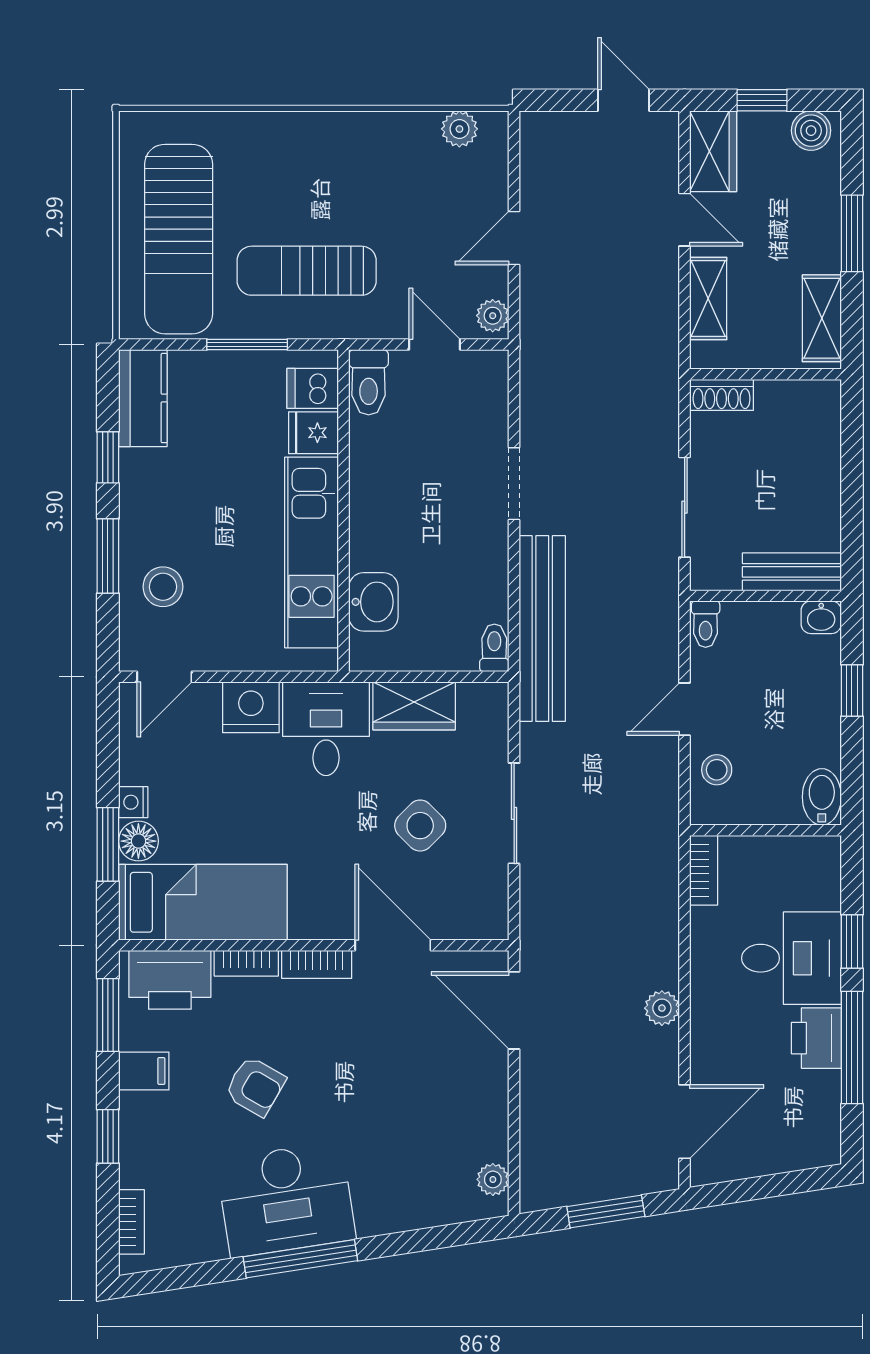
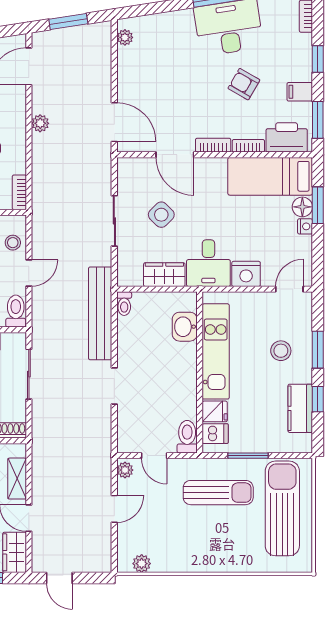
kitchen counter: (143, 398) -> (300, 408), moved
stool: (163, 587) -> (281, 351), moved
toilet: (706, 624) -> (16, 311), width x1.37, depth x1.39

